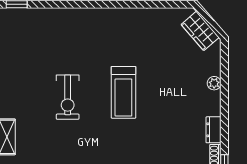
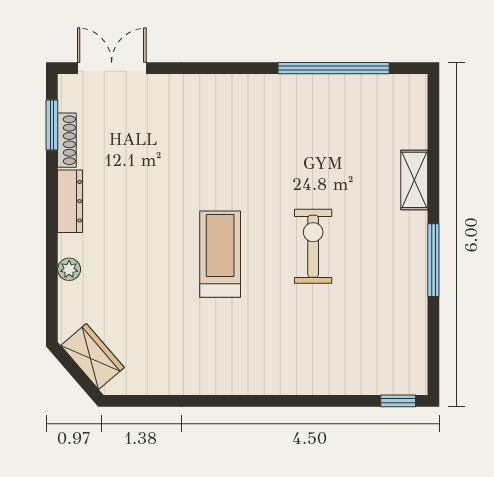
dresser: (214, 130) -> (70, 201), width x1.44

